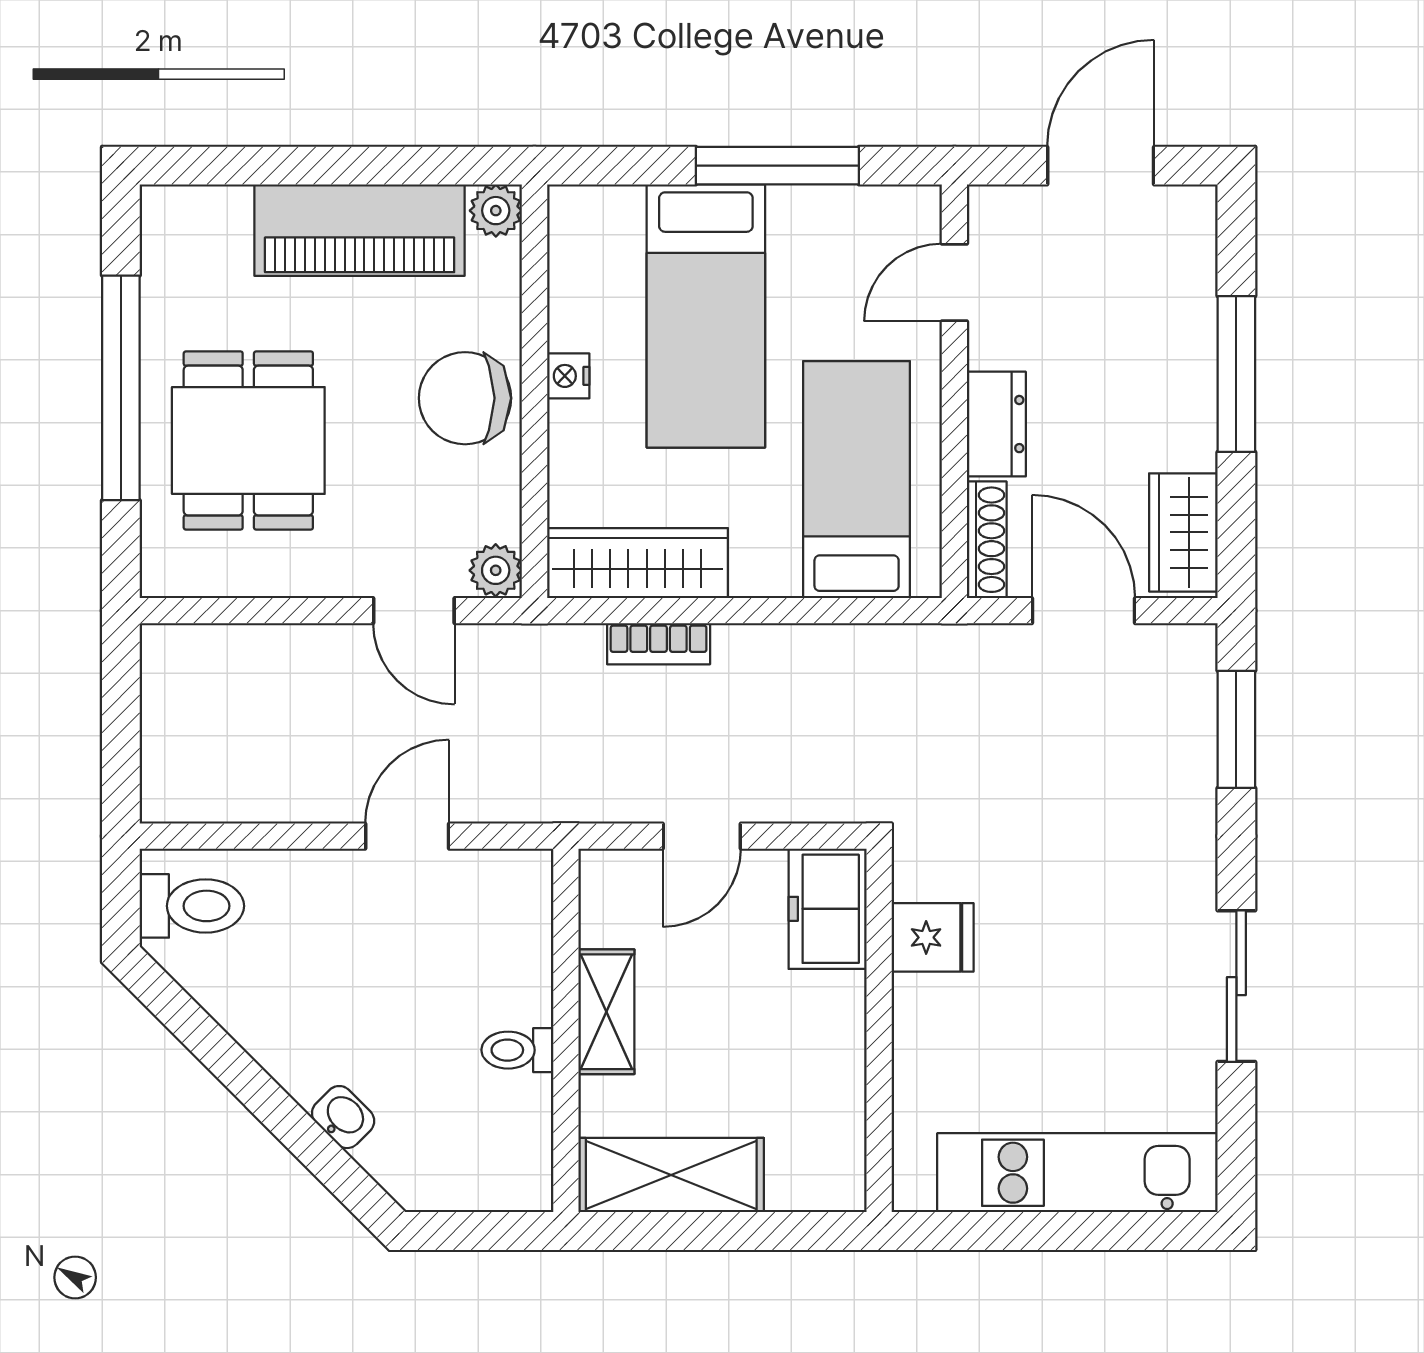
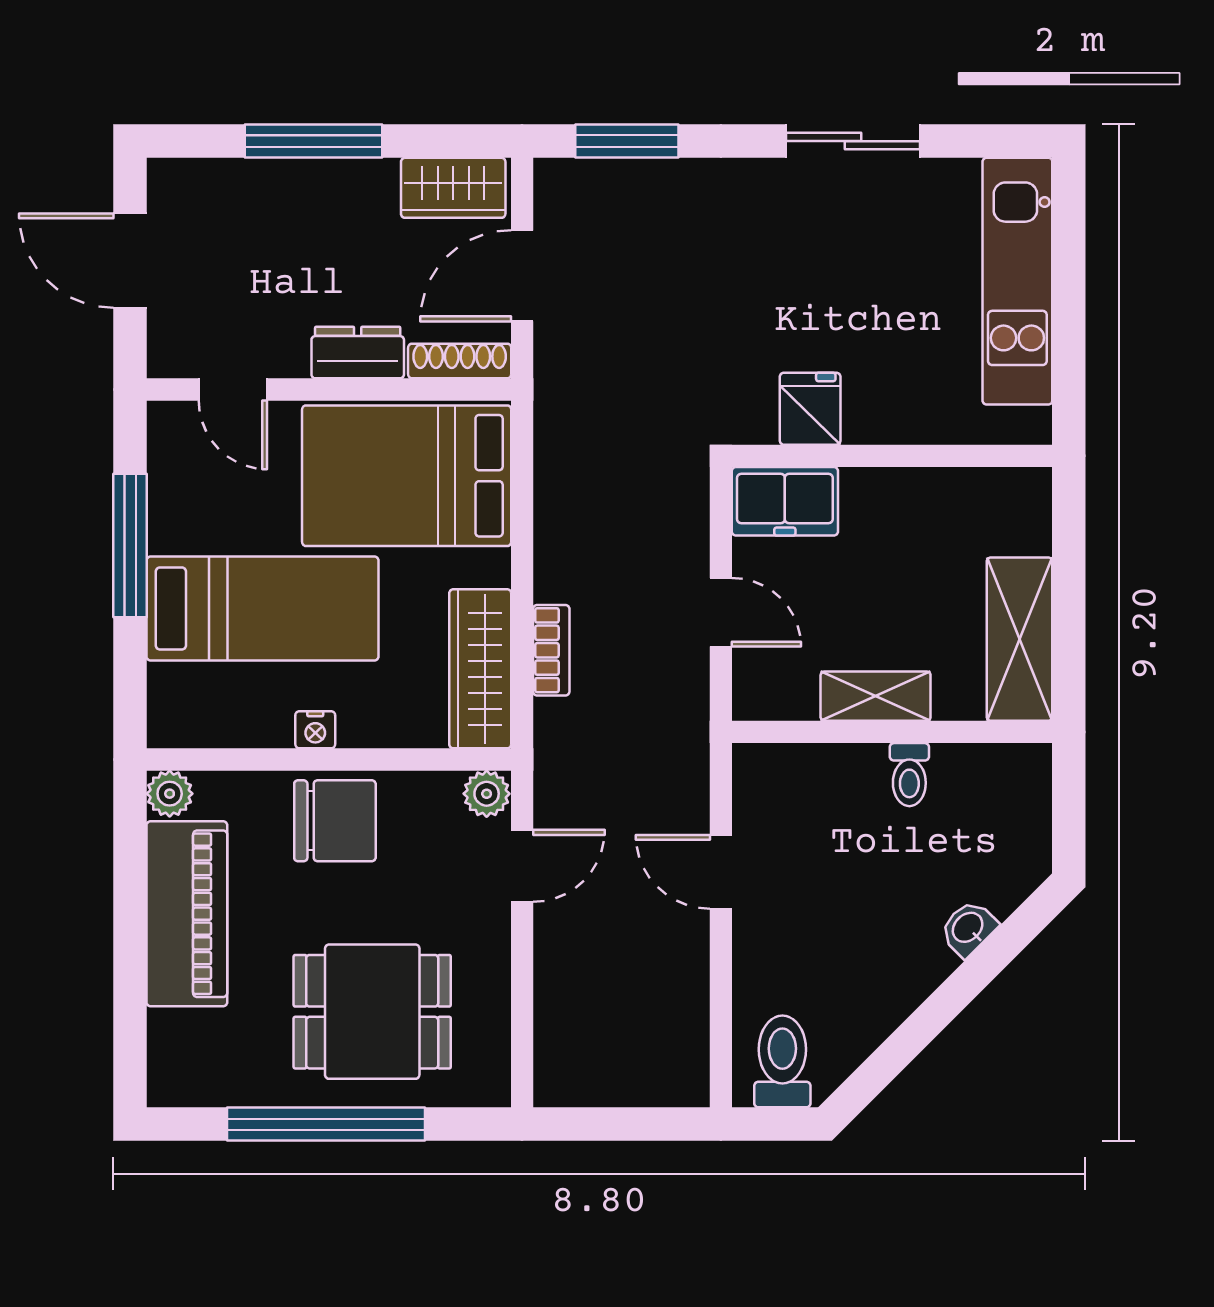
chair: (465, 398) -> (335, 821), turned -90
bed: (857, 480) -> (407, 476), width x1.50

